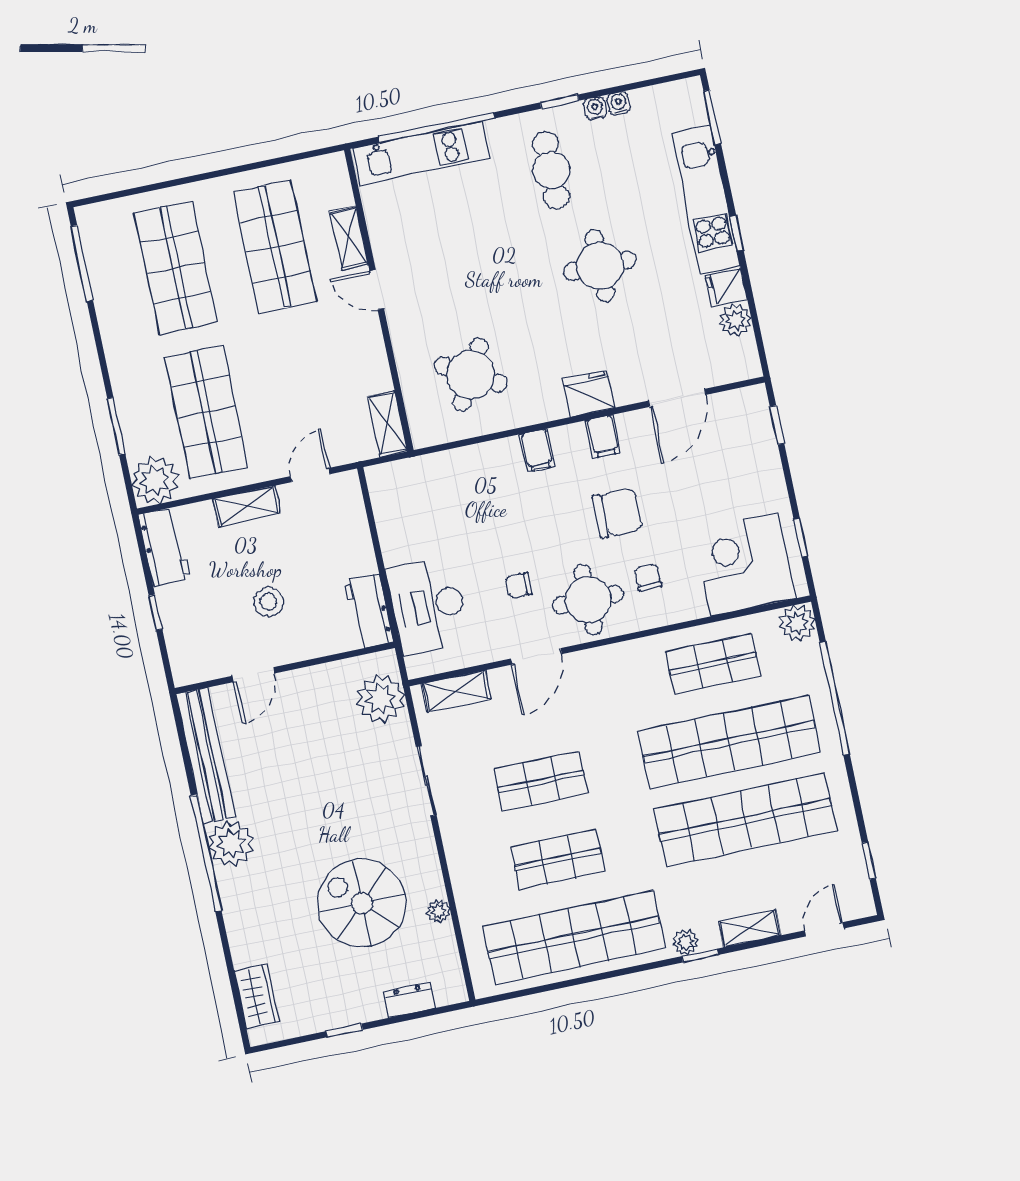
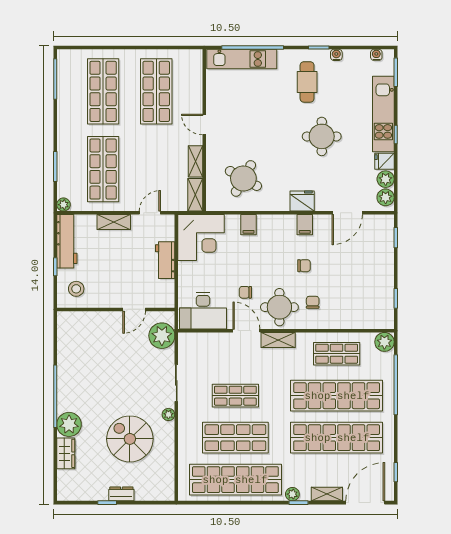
water cooler: (619, 103) -> (376, 55), moved
shelving: (349, 238) -> (195, 161), moved
plant: (742, 354) -> (386, 197), added
filing cabinet: (537, 450) -> (249, 225), moved
plant: (155, 480) -> (63, 205), width x0.53, depth x0.53
chair: (617, 513) -> (304, 266), width x0.54, depth x0.54
workbench: (164, 547) -> (67, 241), width x1.38
corner desk: (744, 564) -> (201, 238), moved, turned 180
stool: (268, 602) -> (76, 289), moved
desk: (428, 606) -> (203, 311), moved, turned -90
workbench: (369, 611) -> (165, 260), moved
door: (536, 656) -> (246, 331), swing flipped
door: (253, 675) -> (134, 309), moved
shelving: (456, 691) -> (278, 340), moved
bench: (206, 755) -> (65, 346), removed
plant: (231, 844) -> (69, 424), moved
shop shelf: (557, 859) -> (235, 438), width x1.43, depth x1.36
plant: (438, 911) -> (168, 414), moved
door: (824, 929) -> (365, 503), width x1.88
wardrobe: (257, 996) -> (66, 453), moved
dresser: (409, 1000) -> (121, 494), moved

